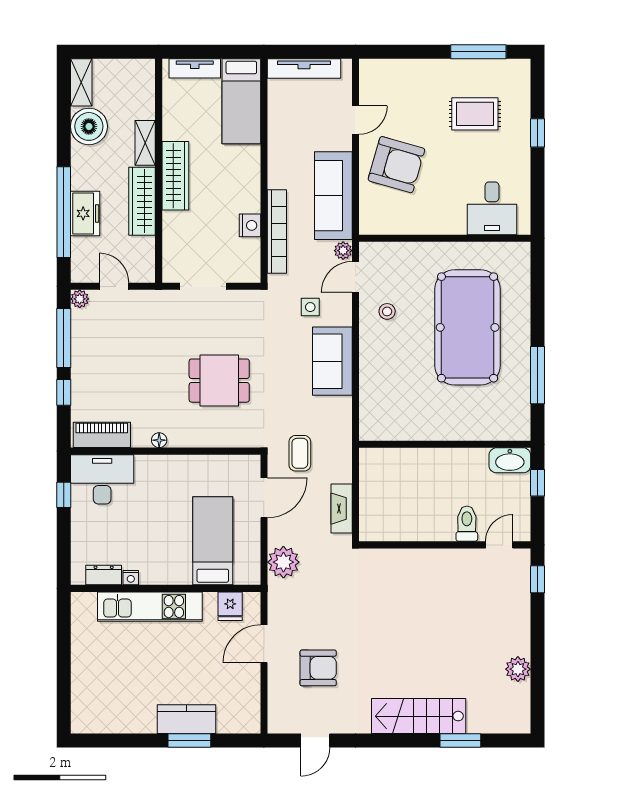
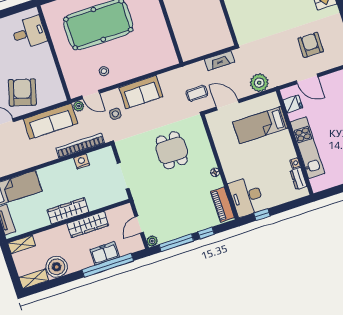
shelving: (145, 143) -> (22, 244), moved

